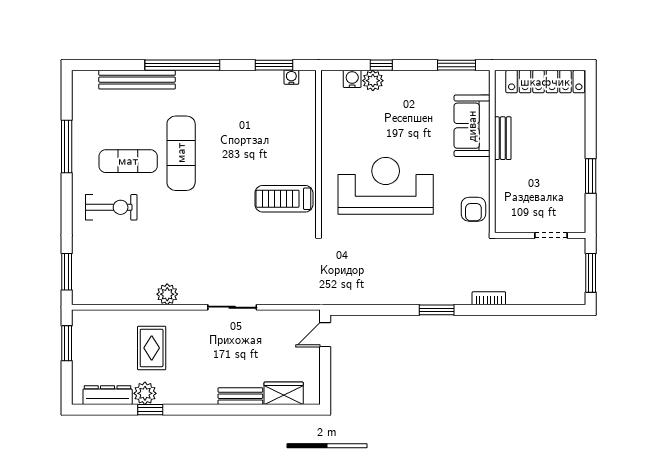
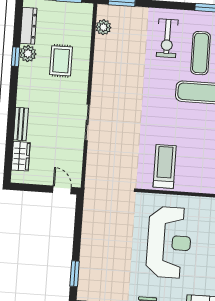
plant: (167, 294) -> (103, 27), moved
rug: (152, 348) -> (61, 61), turned 90

